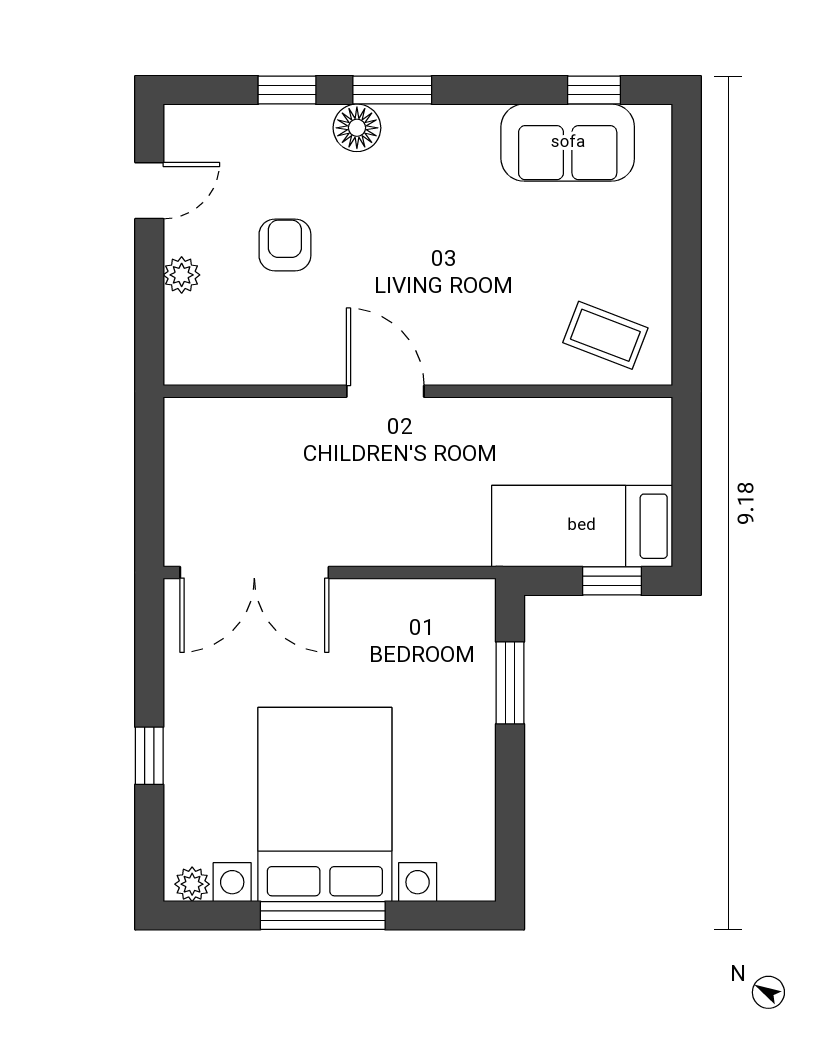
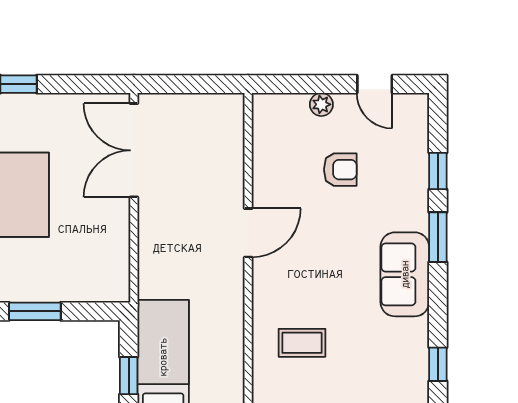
floor lamp: (357, 128) -> (414, 215), removed
sofa: (568, 143) -> (405, 274), moved
coffee table: (605, 335) -> (302, 343), moved, turned 69
window: (510, 683) -> (35, 311), moved

